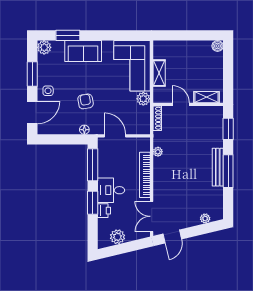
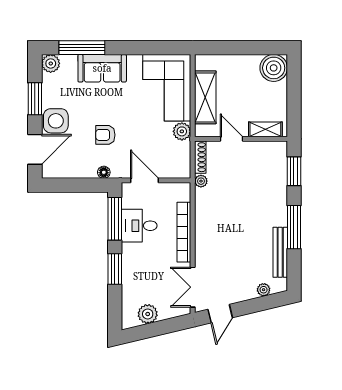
window: (68, 35) -> (82, 48), width x1.44
boiler: (218, 46) -> (274, 68), width x1.86, depth x1.86
shelving: (159, 73) -> (205, 97), width x1.50, depth x1.33
side table: (48, 91) -> (56, 121), width x1.87, depth x1.87
armchair: (86, 101) -> (105, 135), turned -80
plant: (158, 152) -> (201, 181), moved
bench: (218, 167) -> (280, 252), moved
desk: (111, 190) -> (139, 226), moved
printer: (104, 211) -> (130, 279), removed

